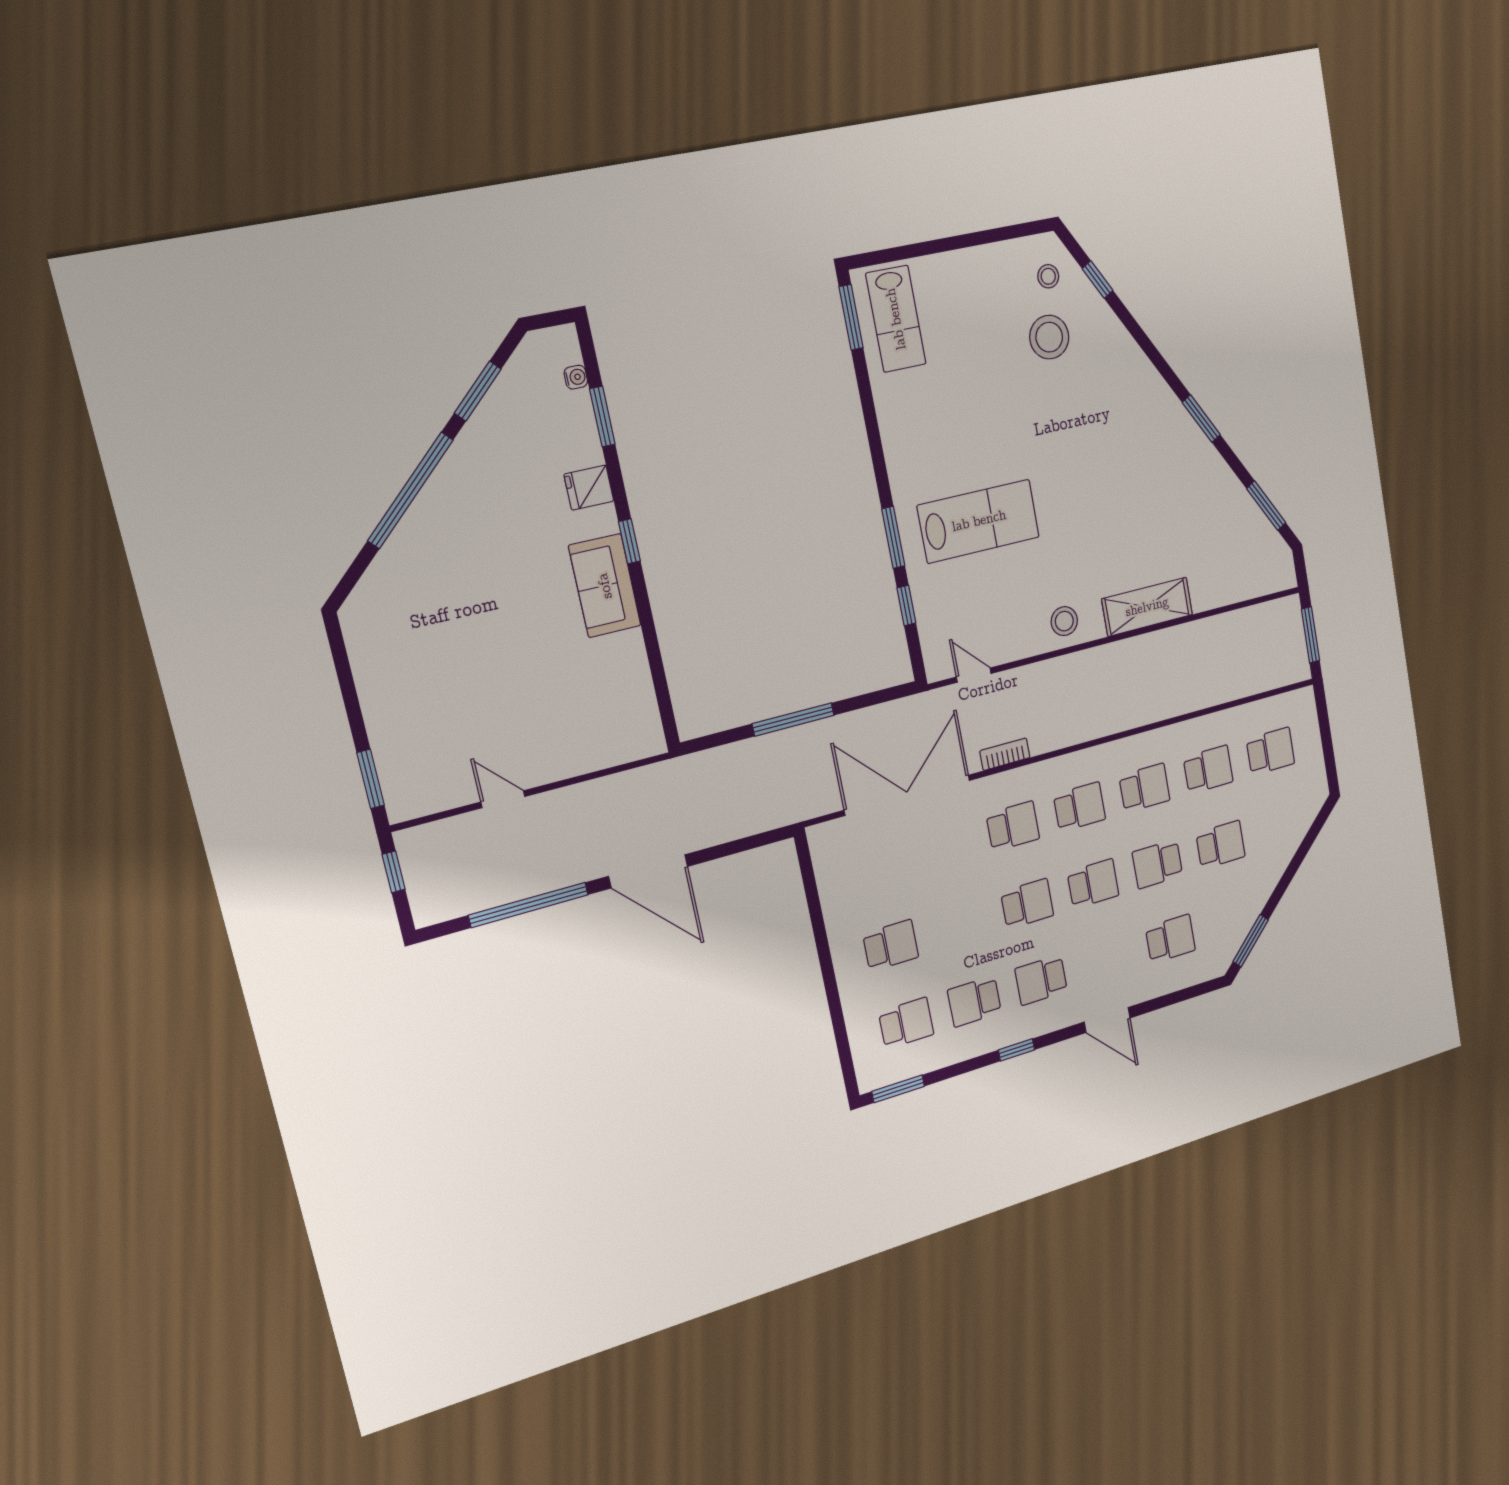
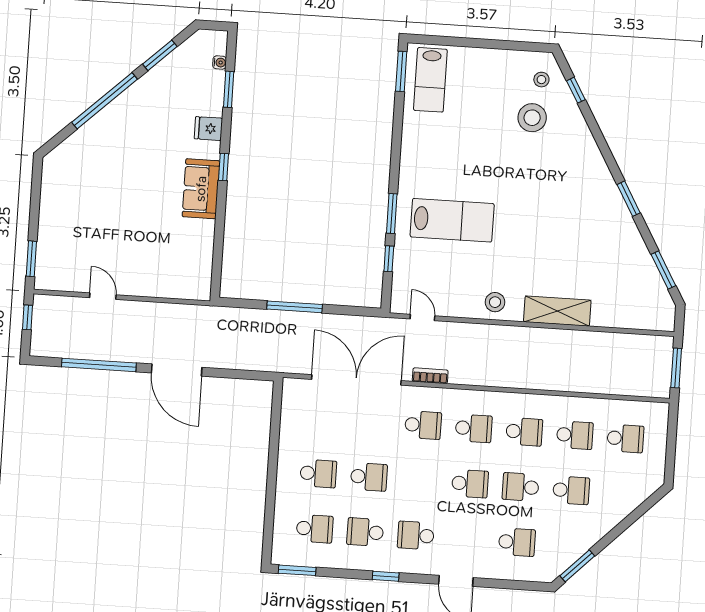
school desk: (1027, 904) -> (369, 477), moved

